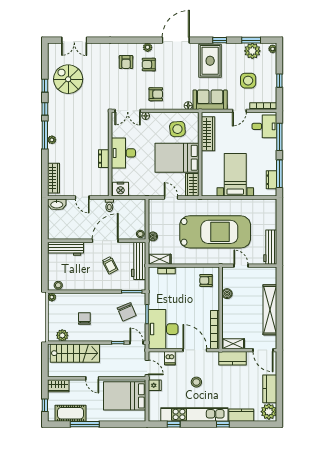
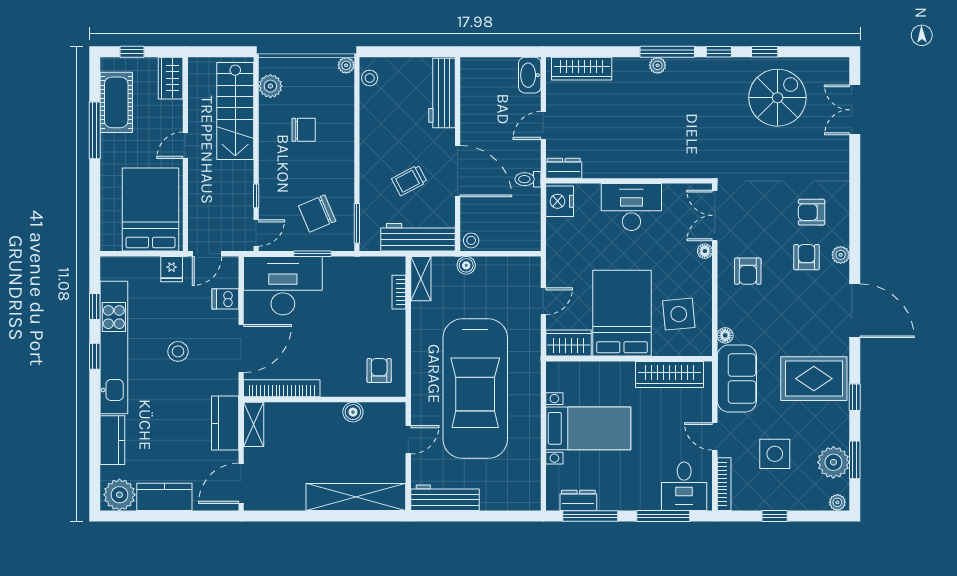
dresser: (104, 159) -> (564, 168), moved
shelving: (270, 310) -> (356, 497), moved
window: (223, 424) -> (95, 356), moved

